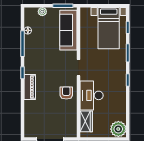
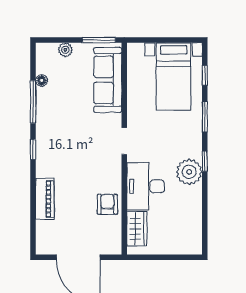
piano: (30, 87) -> (45, 199), moved
armchair: (66, 93) -> (107, 204), moved
plant: (118, 129) -> (189, 172), moved

